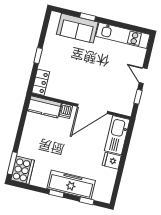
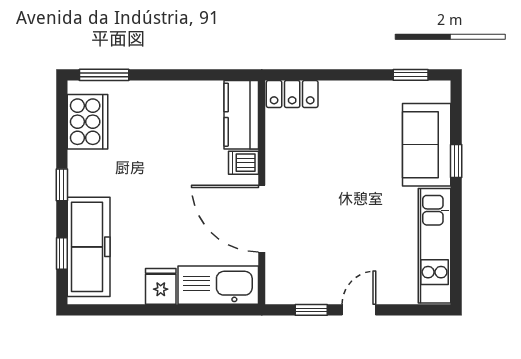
window: (38, 56) -> (411, 75), moved
cooker: (23, 170) -> (88, 122), moved, turned -90
freezer: (71, 185) -> (89, 247), moved

